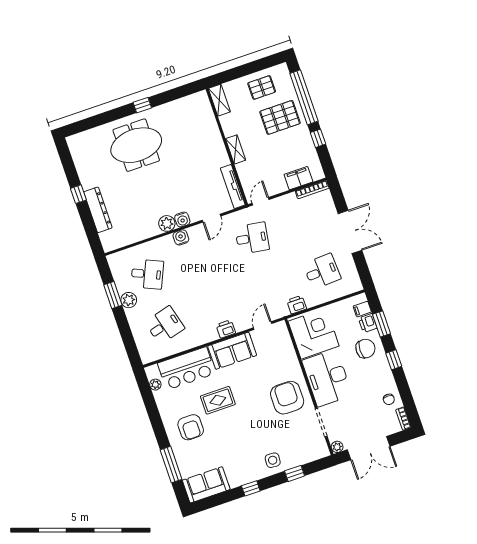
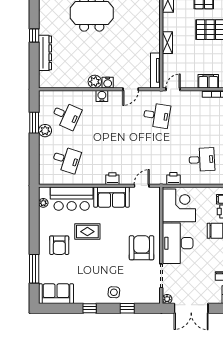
desk: (165, 325) -> (66, 160), turned 33

